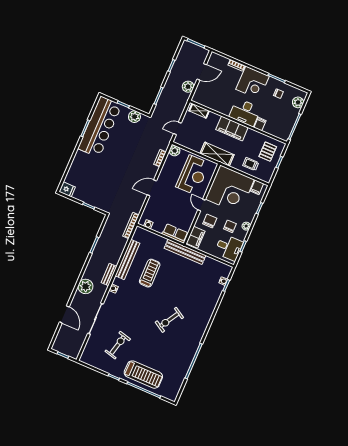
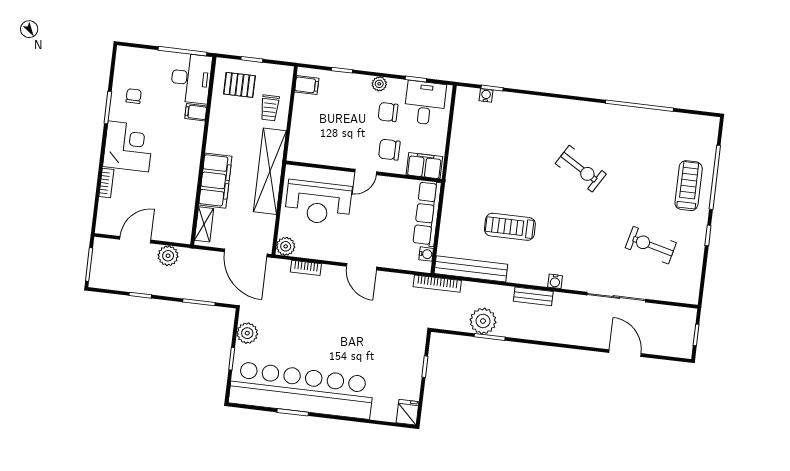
door: (202, 72) -> (135, 240), hinge flipped
plant: (298, 102) -> (139, 58), removed
desk: (245, 112) -> (191, 78), moved
bar counter: (100, 127) -> (301, 390), width x1.36
door: (177, 128) -> (246, 253), width x1.87
filing cabinet: (232, 129) -> (215, 181), moved
shelving: (217, 154) -> (270, 171), width x1.47
reception desk: (193, 175) -> (318, 203), turned 180
corner desk: (230, 189) -> (324, 131), removed
row of seats: (175, 233) -> (427, 214), width x1.48
bench: (185, 252) -> (455, 176), removed
bench: (127, 260) -> (471, 269), moved
plant: (85, 286) -> (483, 321), moved
door: (64, 314) -> (625, 353), hinge flipped
treadmill: (143, 375) -> (689, 186), width x0.73, depth x0.73

